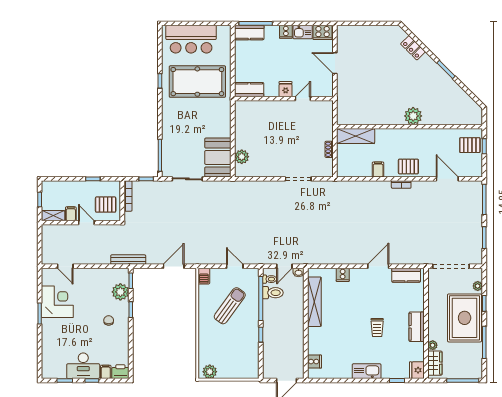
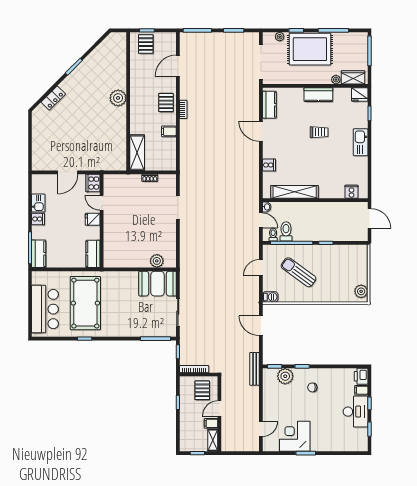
cooker: (323, 32) -> (93, 183), moved, turned 180

